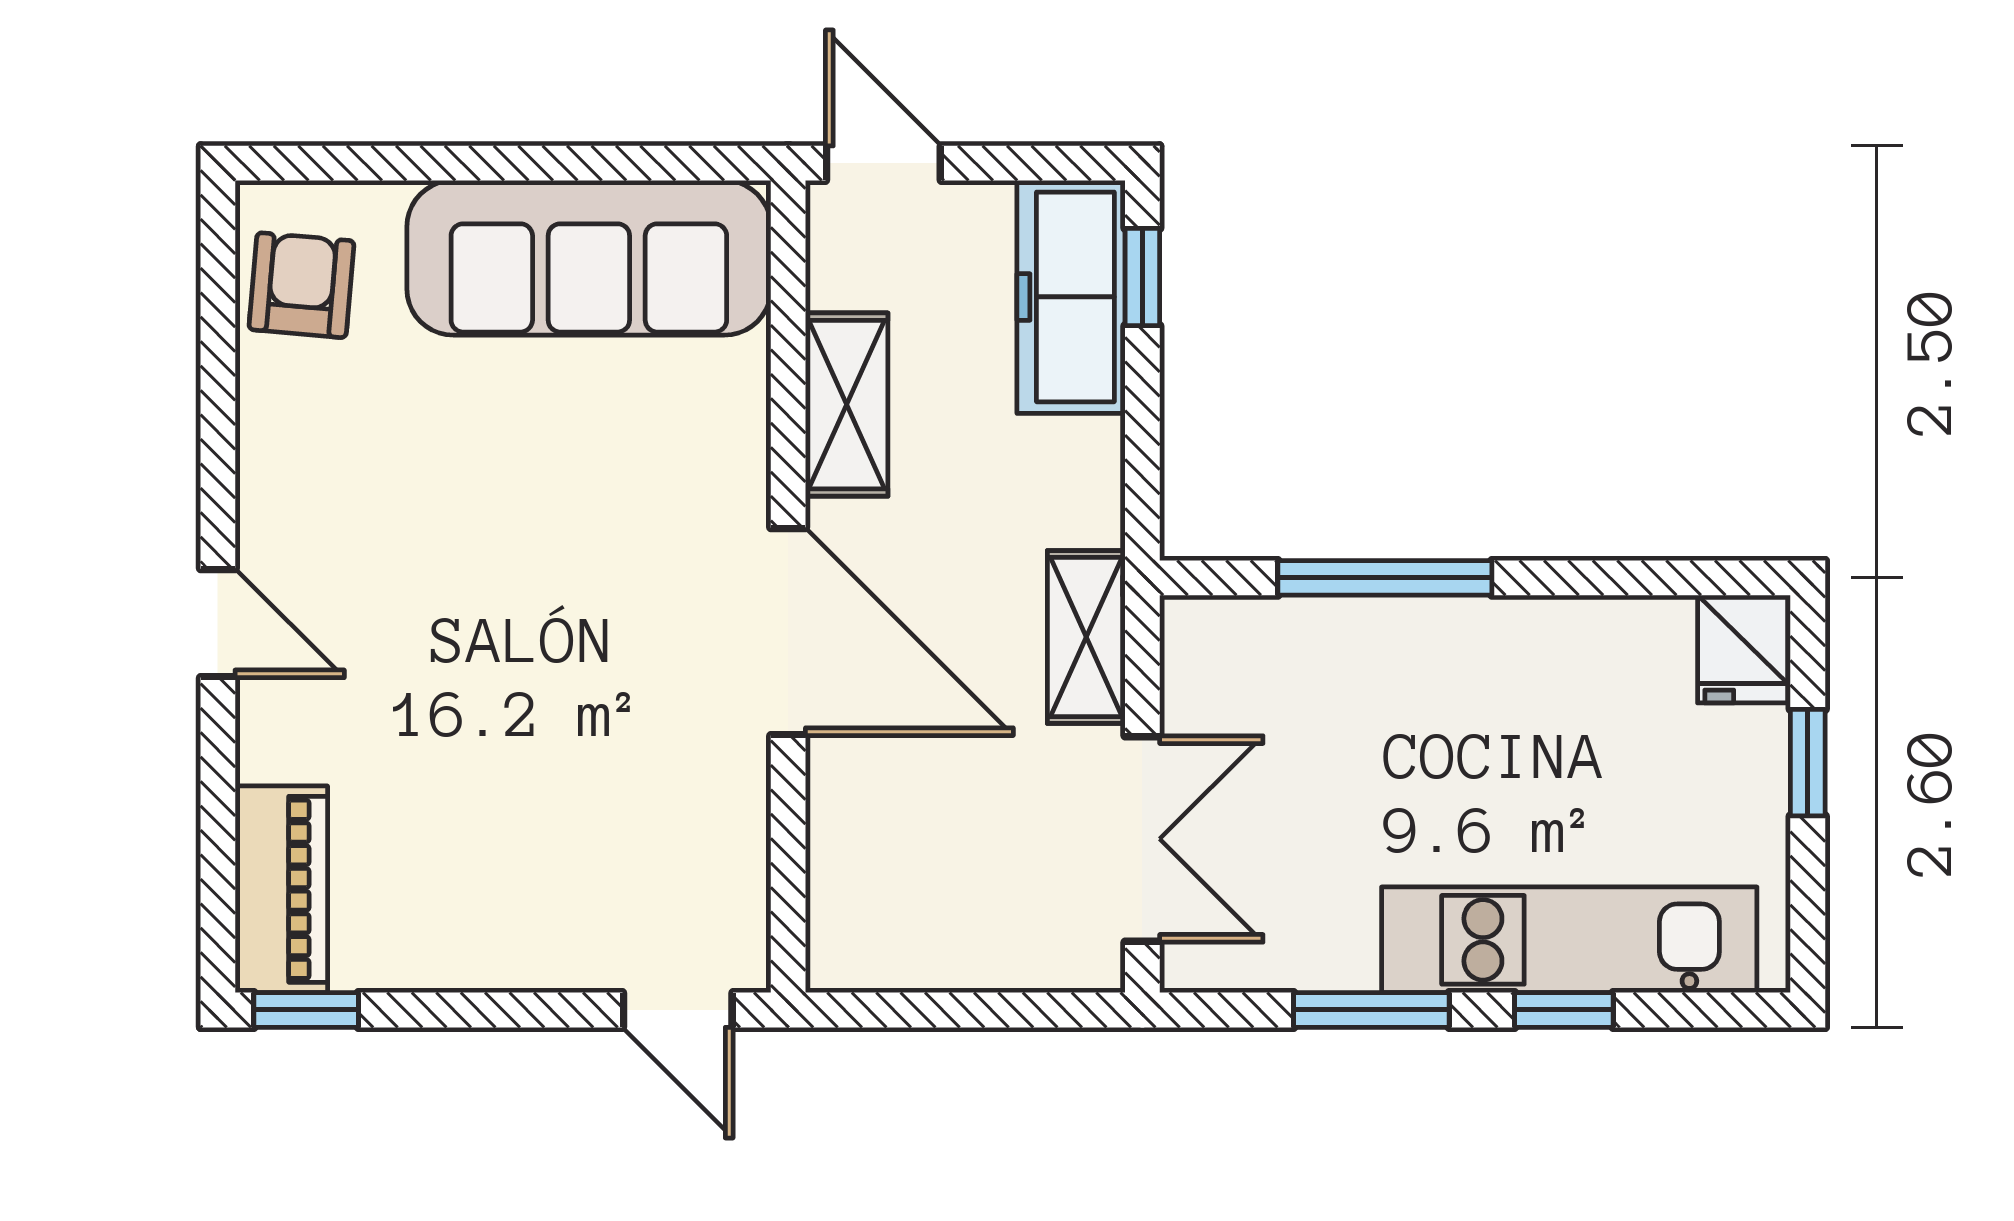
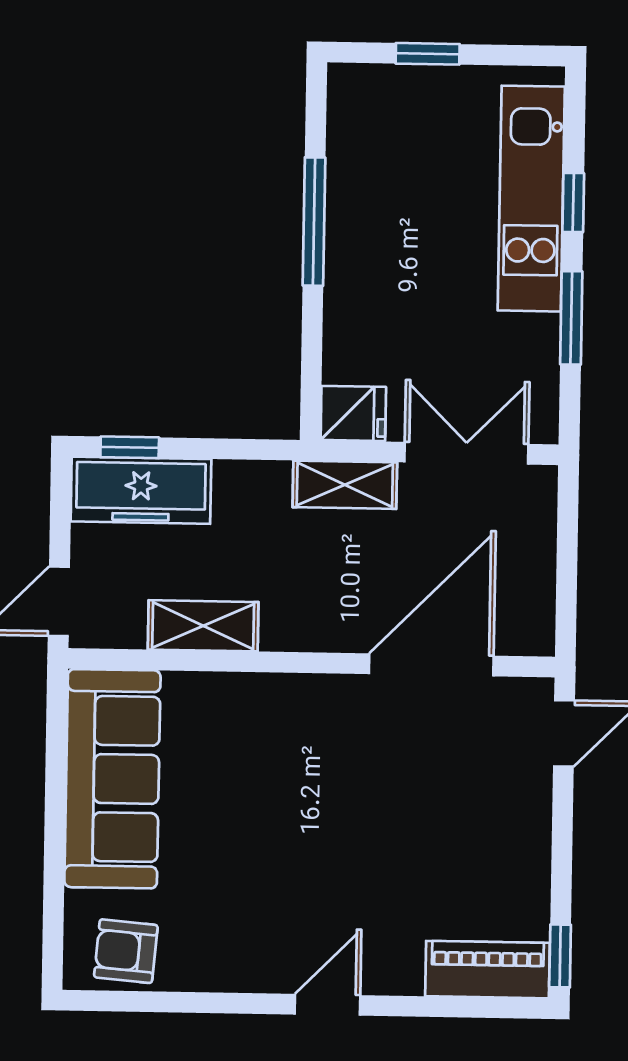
window: (1385, 578) -> (314, 222), moved
door: (788, 632) -> (431, 665), moved
fridge: (1743, 649) -> (353, 413), moved

